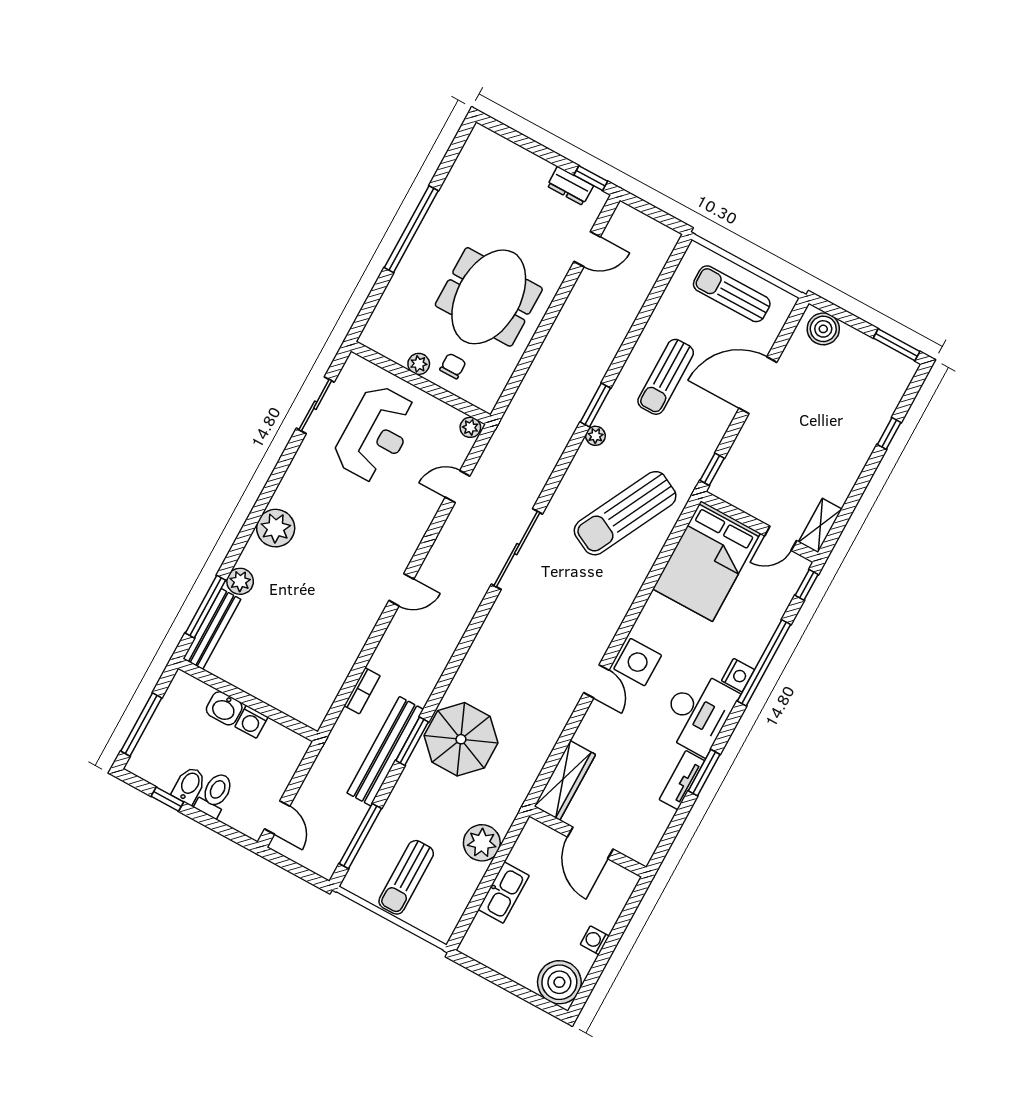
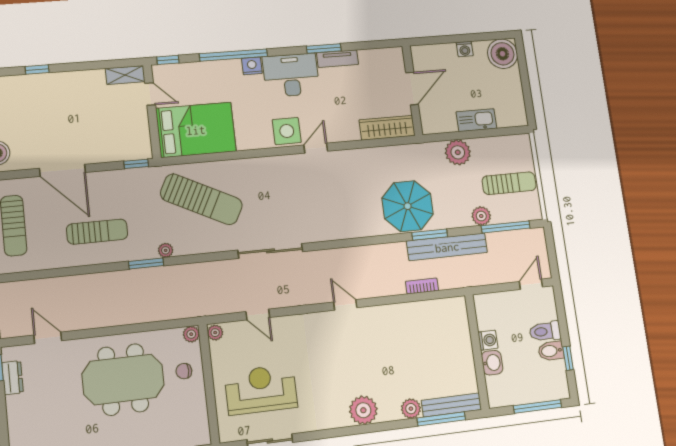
plant: (419, 364) -> (191, 334), moved
plant: (392, 817) -> (481, 216), added

